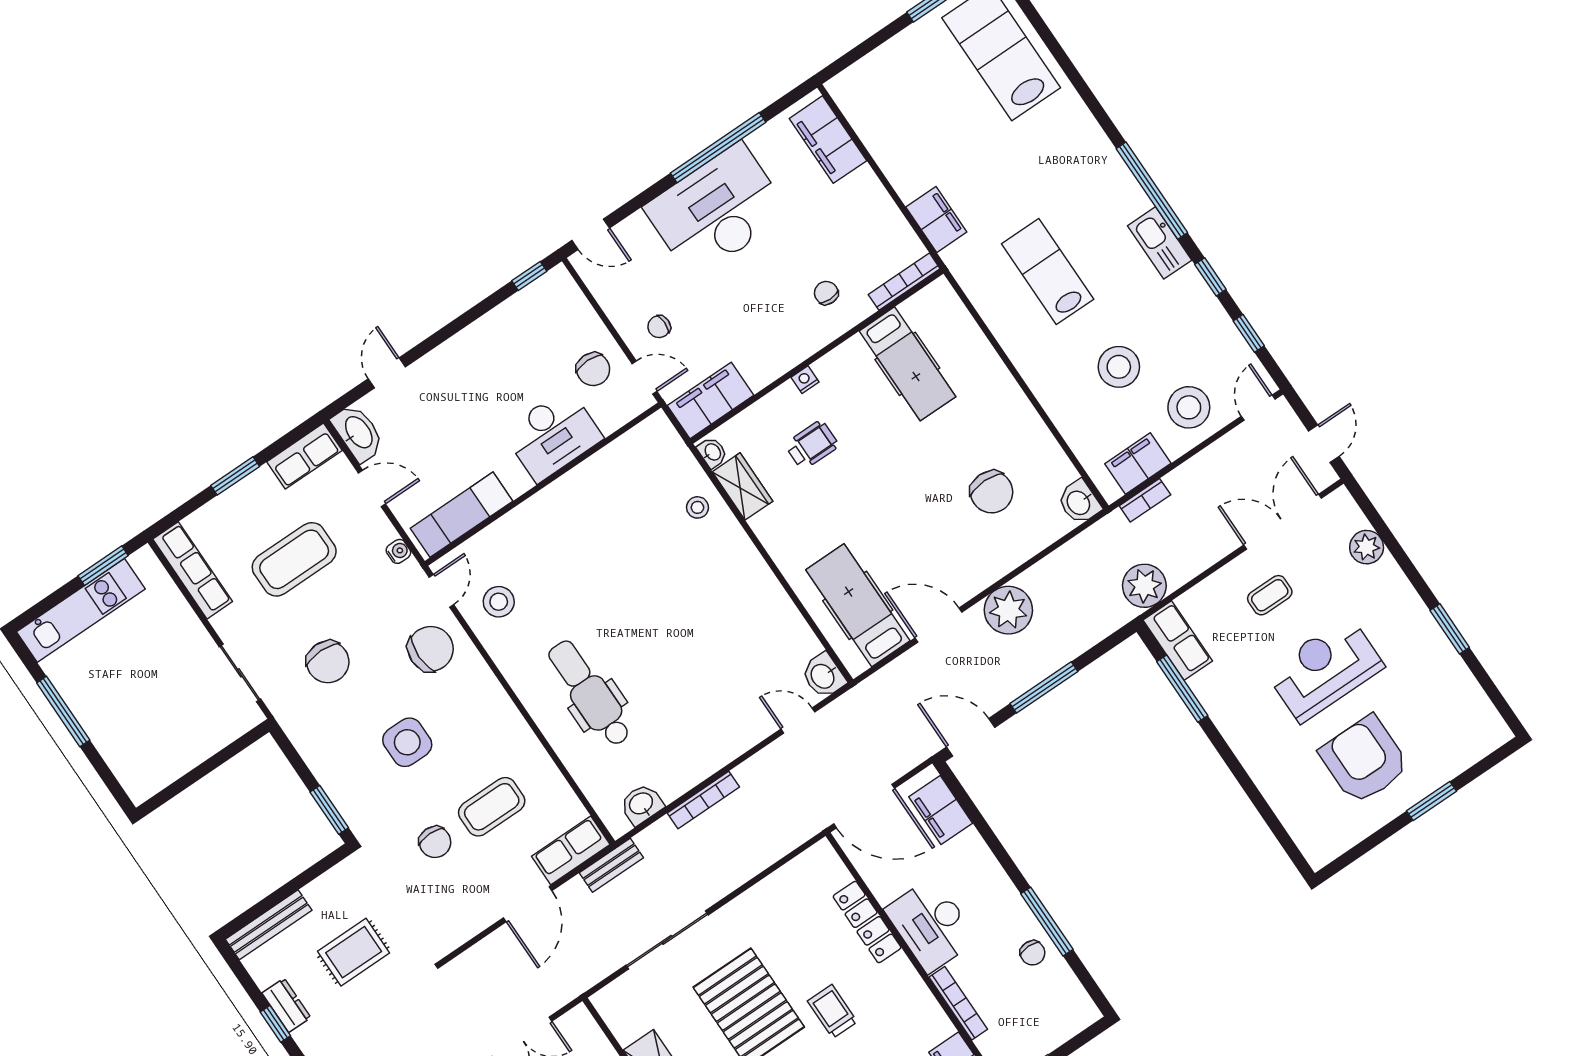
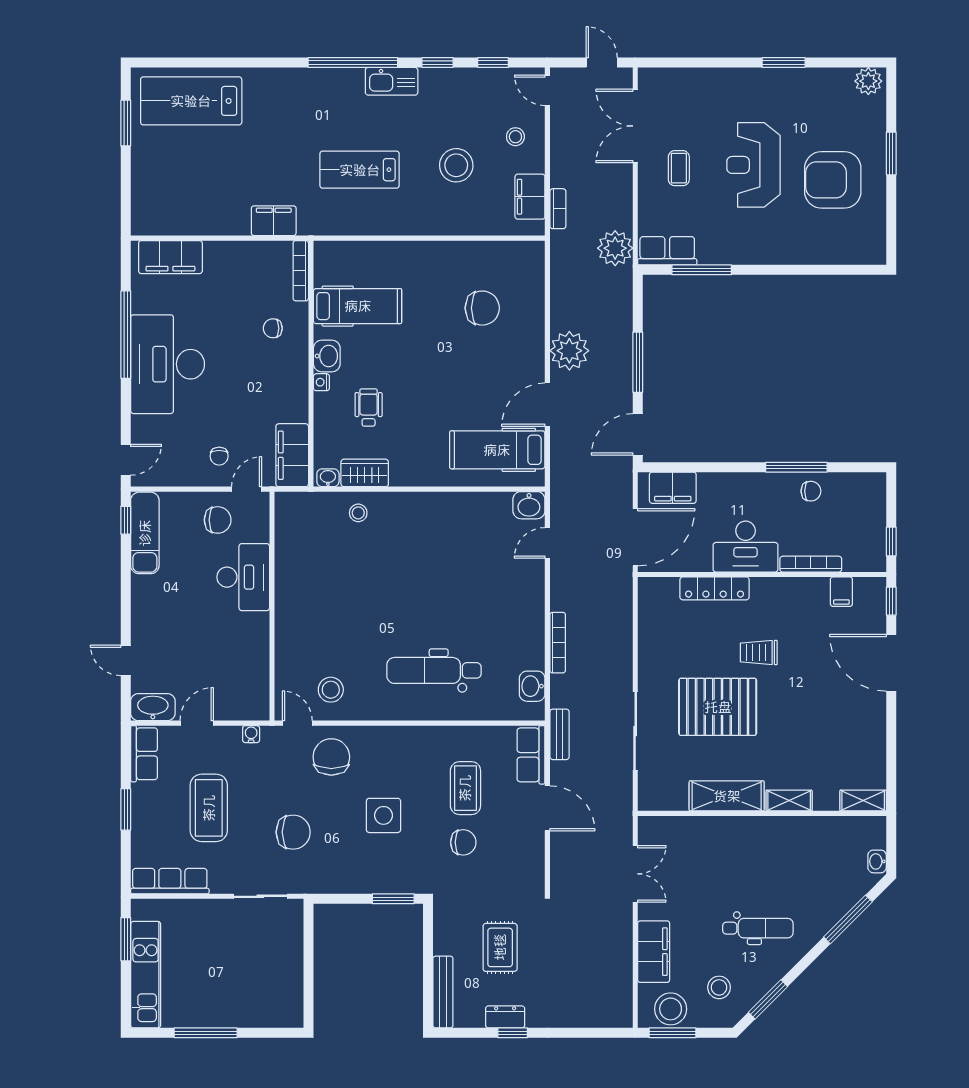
stool: (1189, 407) -> (515, 137), width x0.53, depth x0.53
washbasin: (1079, 502) -> (327, 356), moved, turned -90
exam couch: (461, 515) -> (145, 533), moved, turned 180
plant: (1367, 547) -> (868, 81), moved

